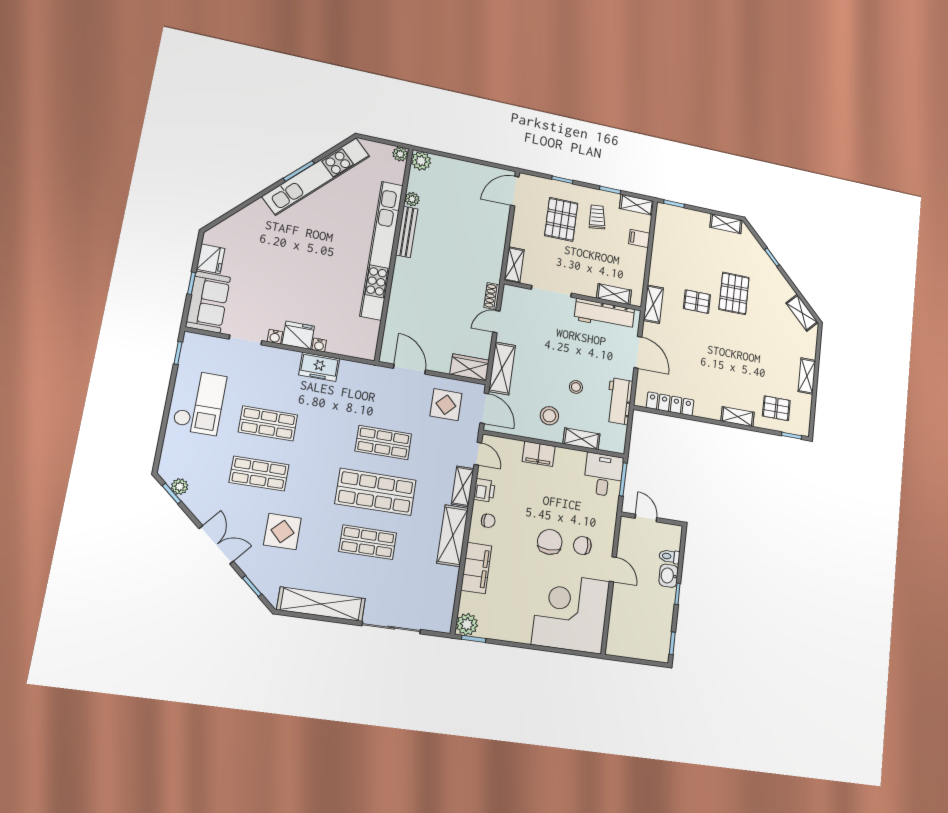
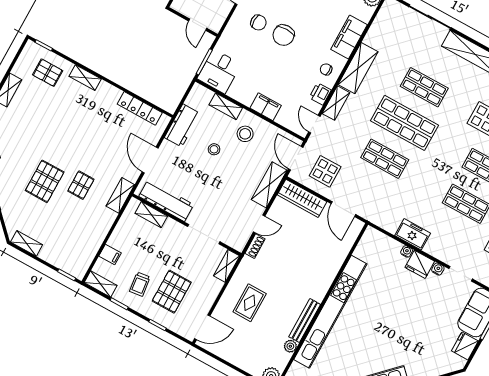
rug: (474, 233) -> (250, 303), added
pallet: (697, 302) -> (81, 185), turned 90
wardrobe: (470, 367) -> (302, 198), width x1.50

